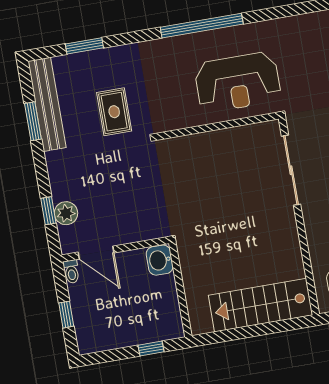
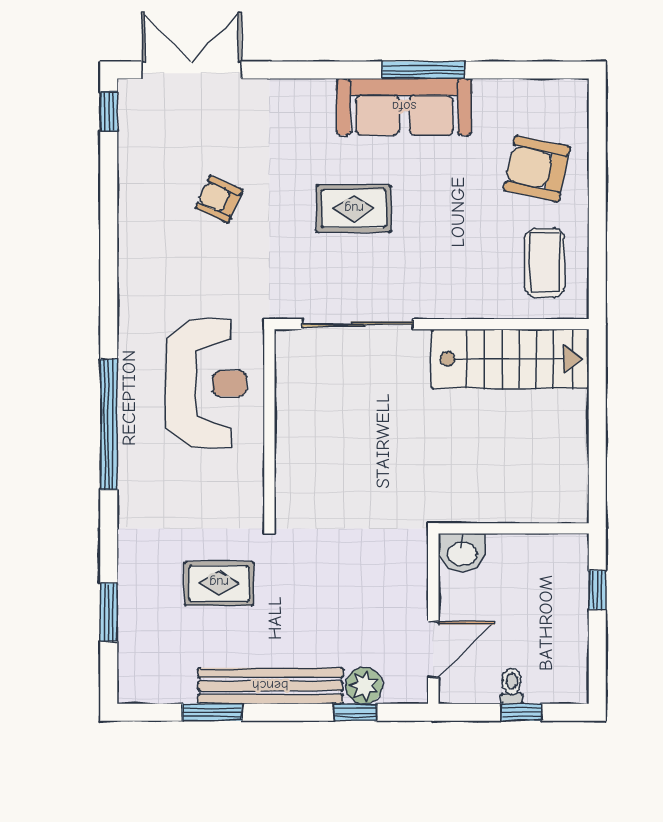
bench: (47, 104) -> (270, 686), moved
toilet: (71, 272) -> (512, 686), moved, turned -90
stairs: (261, 305) -> (510, 359), moved, turned -90

